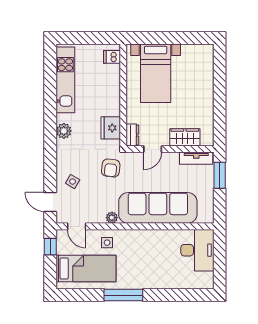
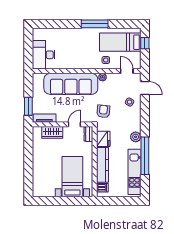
kitchen counter: (112, 90) -> (103, 165), added
window: (50, 103) -> (145, 156), added
window: (50, 247) -> (145, 43), moved

